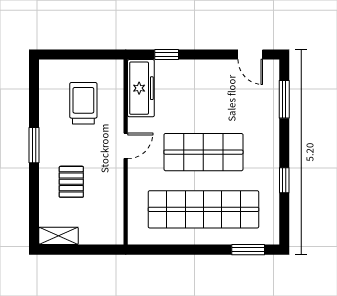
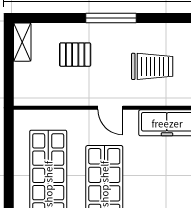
window: (34, 145) -> (111, 18), width x1.44

